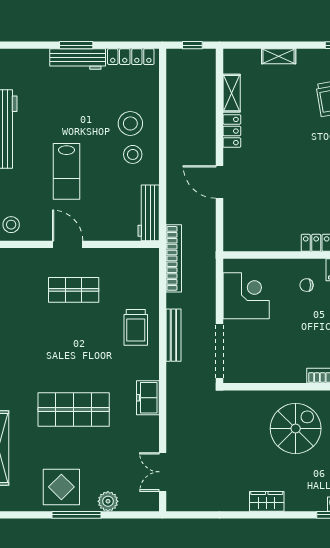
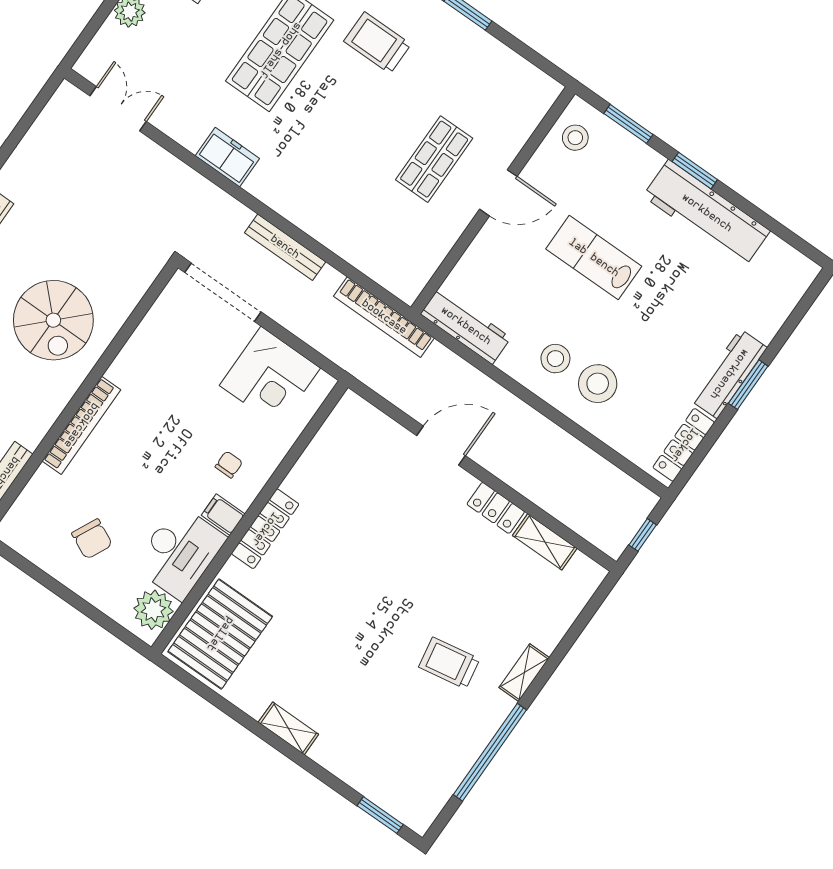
shelving: (279, 56) -> (524, 673), moved
trolley: (136, 327) -> (377, 43), moved

